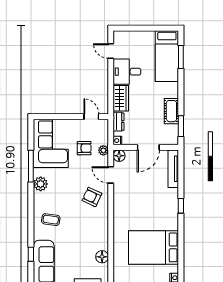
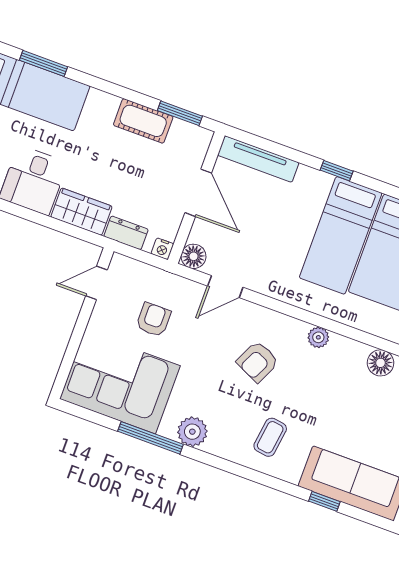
plant: (103, 150) -> (318, 337), moved
armchair: (92, 197) -> (258, 362), moved
bed: (153, 218) -> (341, 235), added

